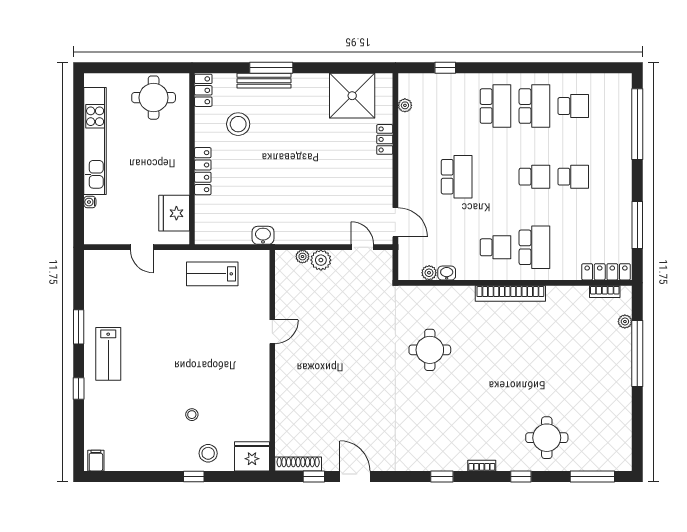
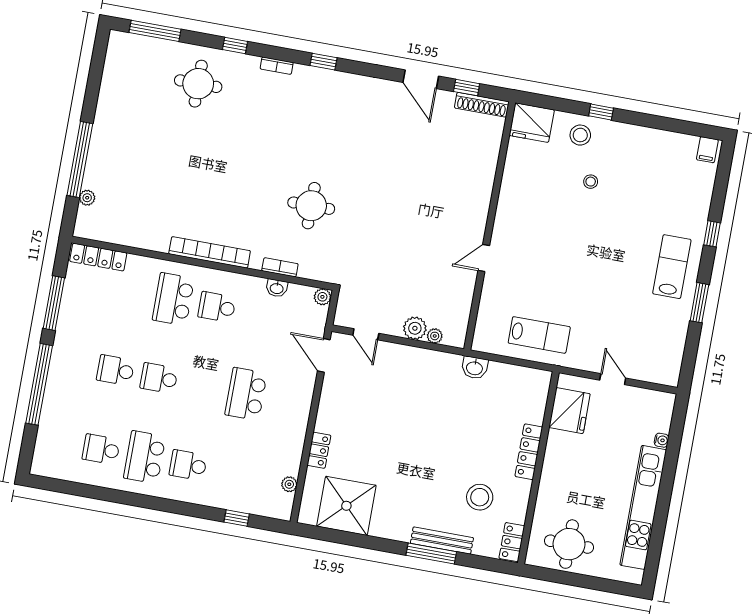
school desk: (496, 106) -> (188, 465), width x0.54
window: (637, 124) -> (39, 384), moved
plant: (429, 273) -> (322, 297), moved
bookcase: (605, 292) -> (280, 267), moved

